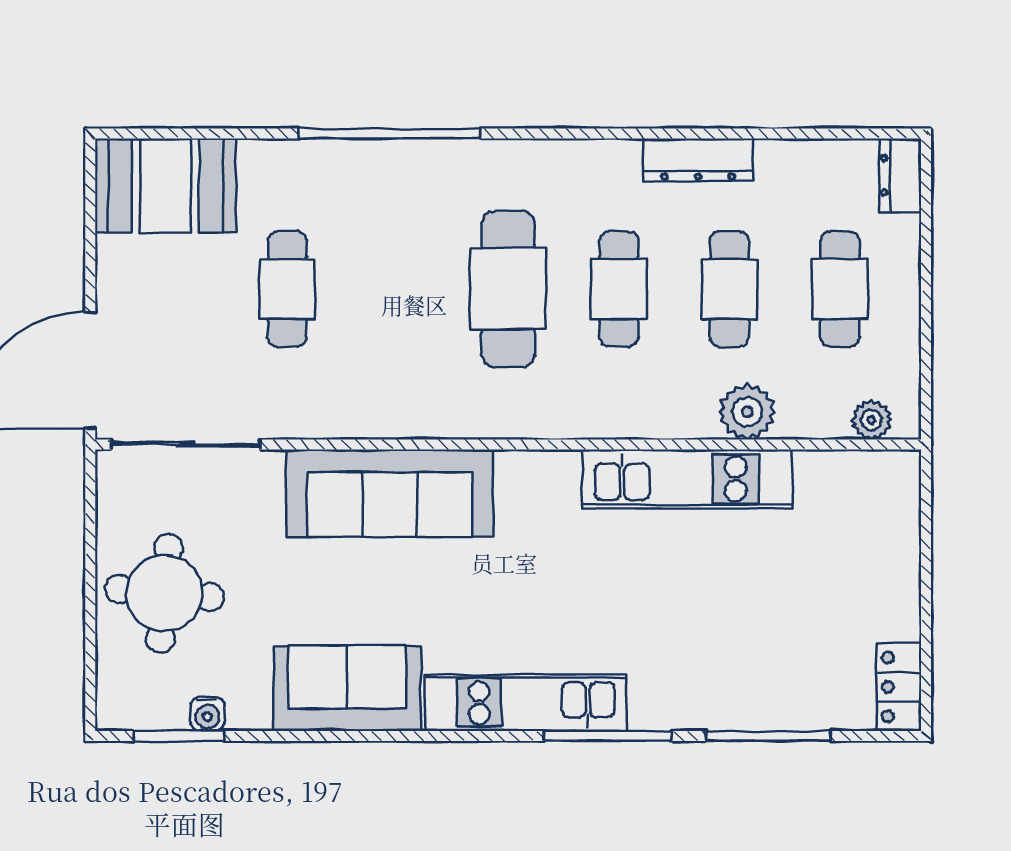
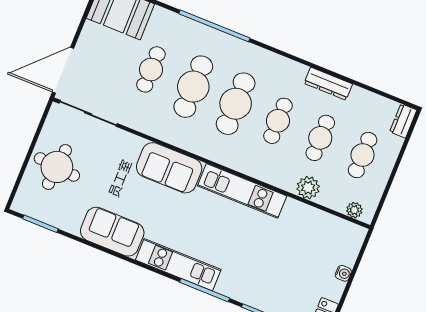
cafe table: (398, 289) -> (193, 87), added
kitchen unit: (687, 479) -> (242, 191), moved
sofa: (390, 493) -> (169, 168), width x0.73
water cooler: (207, 714) -> (343, 273), moved, turned -90

